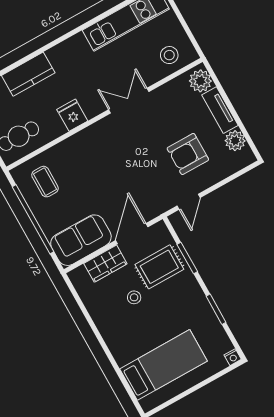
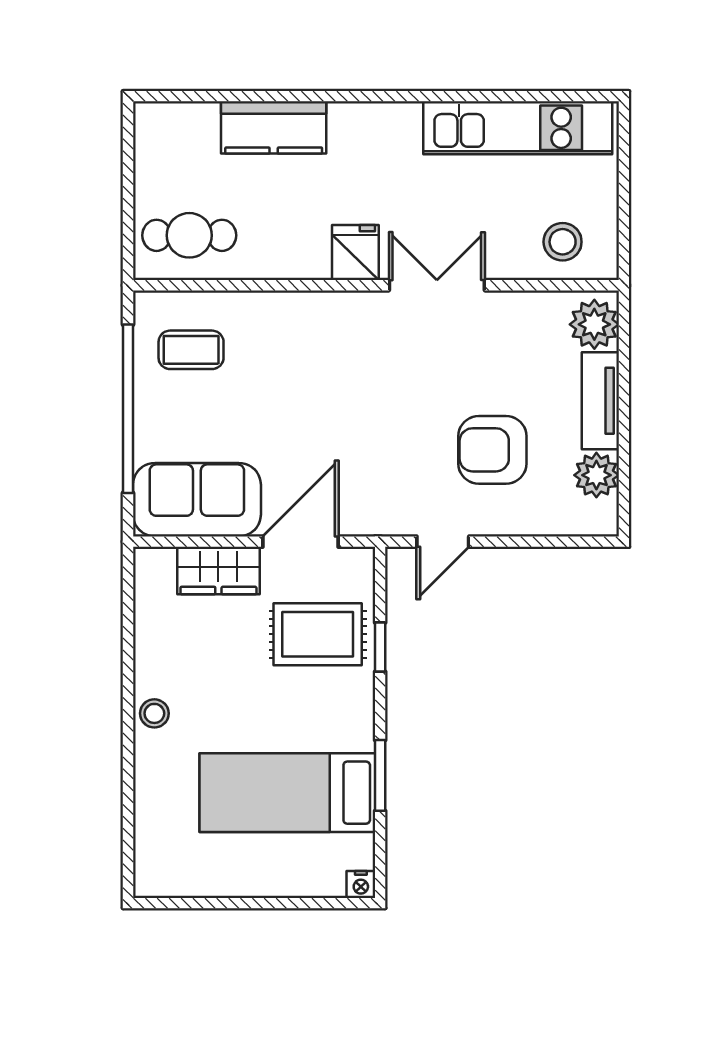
fridge: (72, 115) -> (355, 253), moved
coffee table: (45, 182) -> (191, 350), turned 90
window: (187, 258) -> (380, 647), width x0.67
stool: (134, 297) -> (154, 713), moved
bed: (164, 365) -> (287, 793), moved, turned 180

